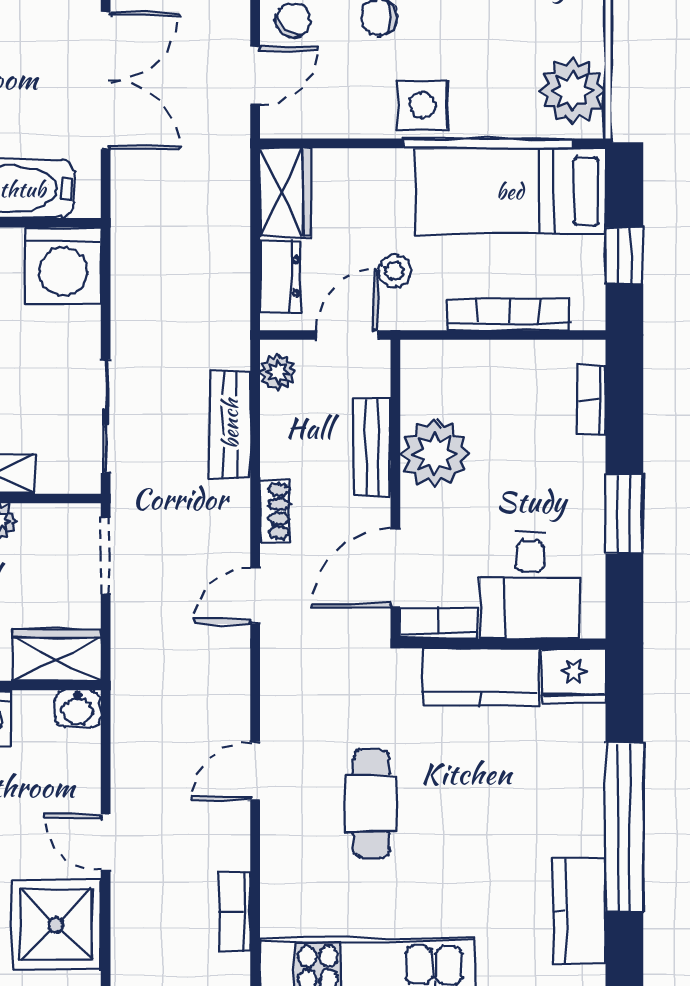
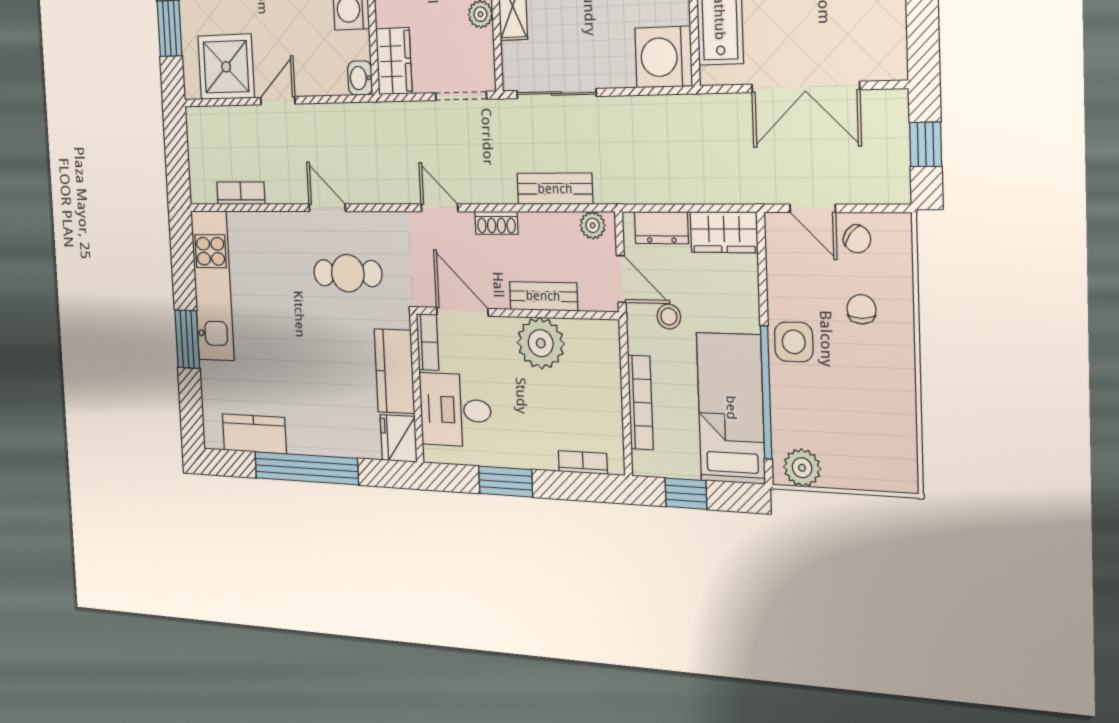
plant: (573, 91) -> (802, 468), width x0.73, depth x0.73
cafe table: (371, 803) -> (348, 273), moved

